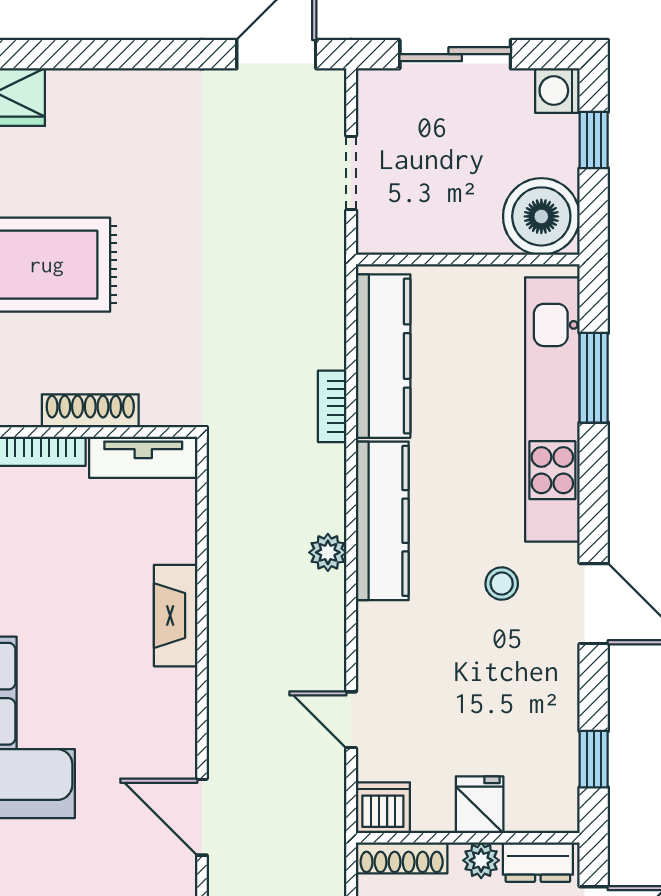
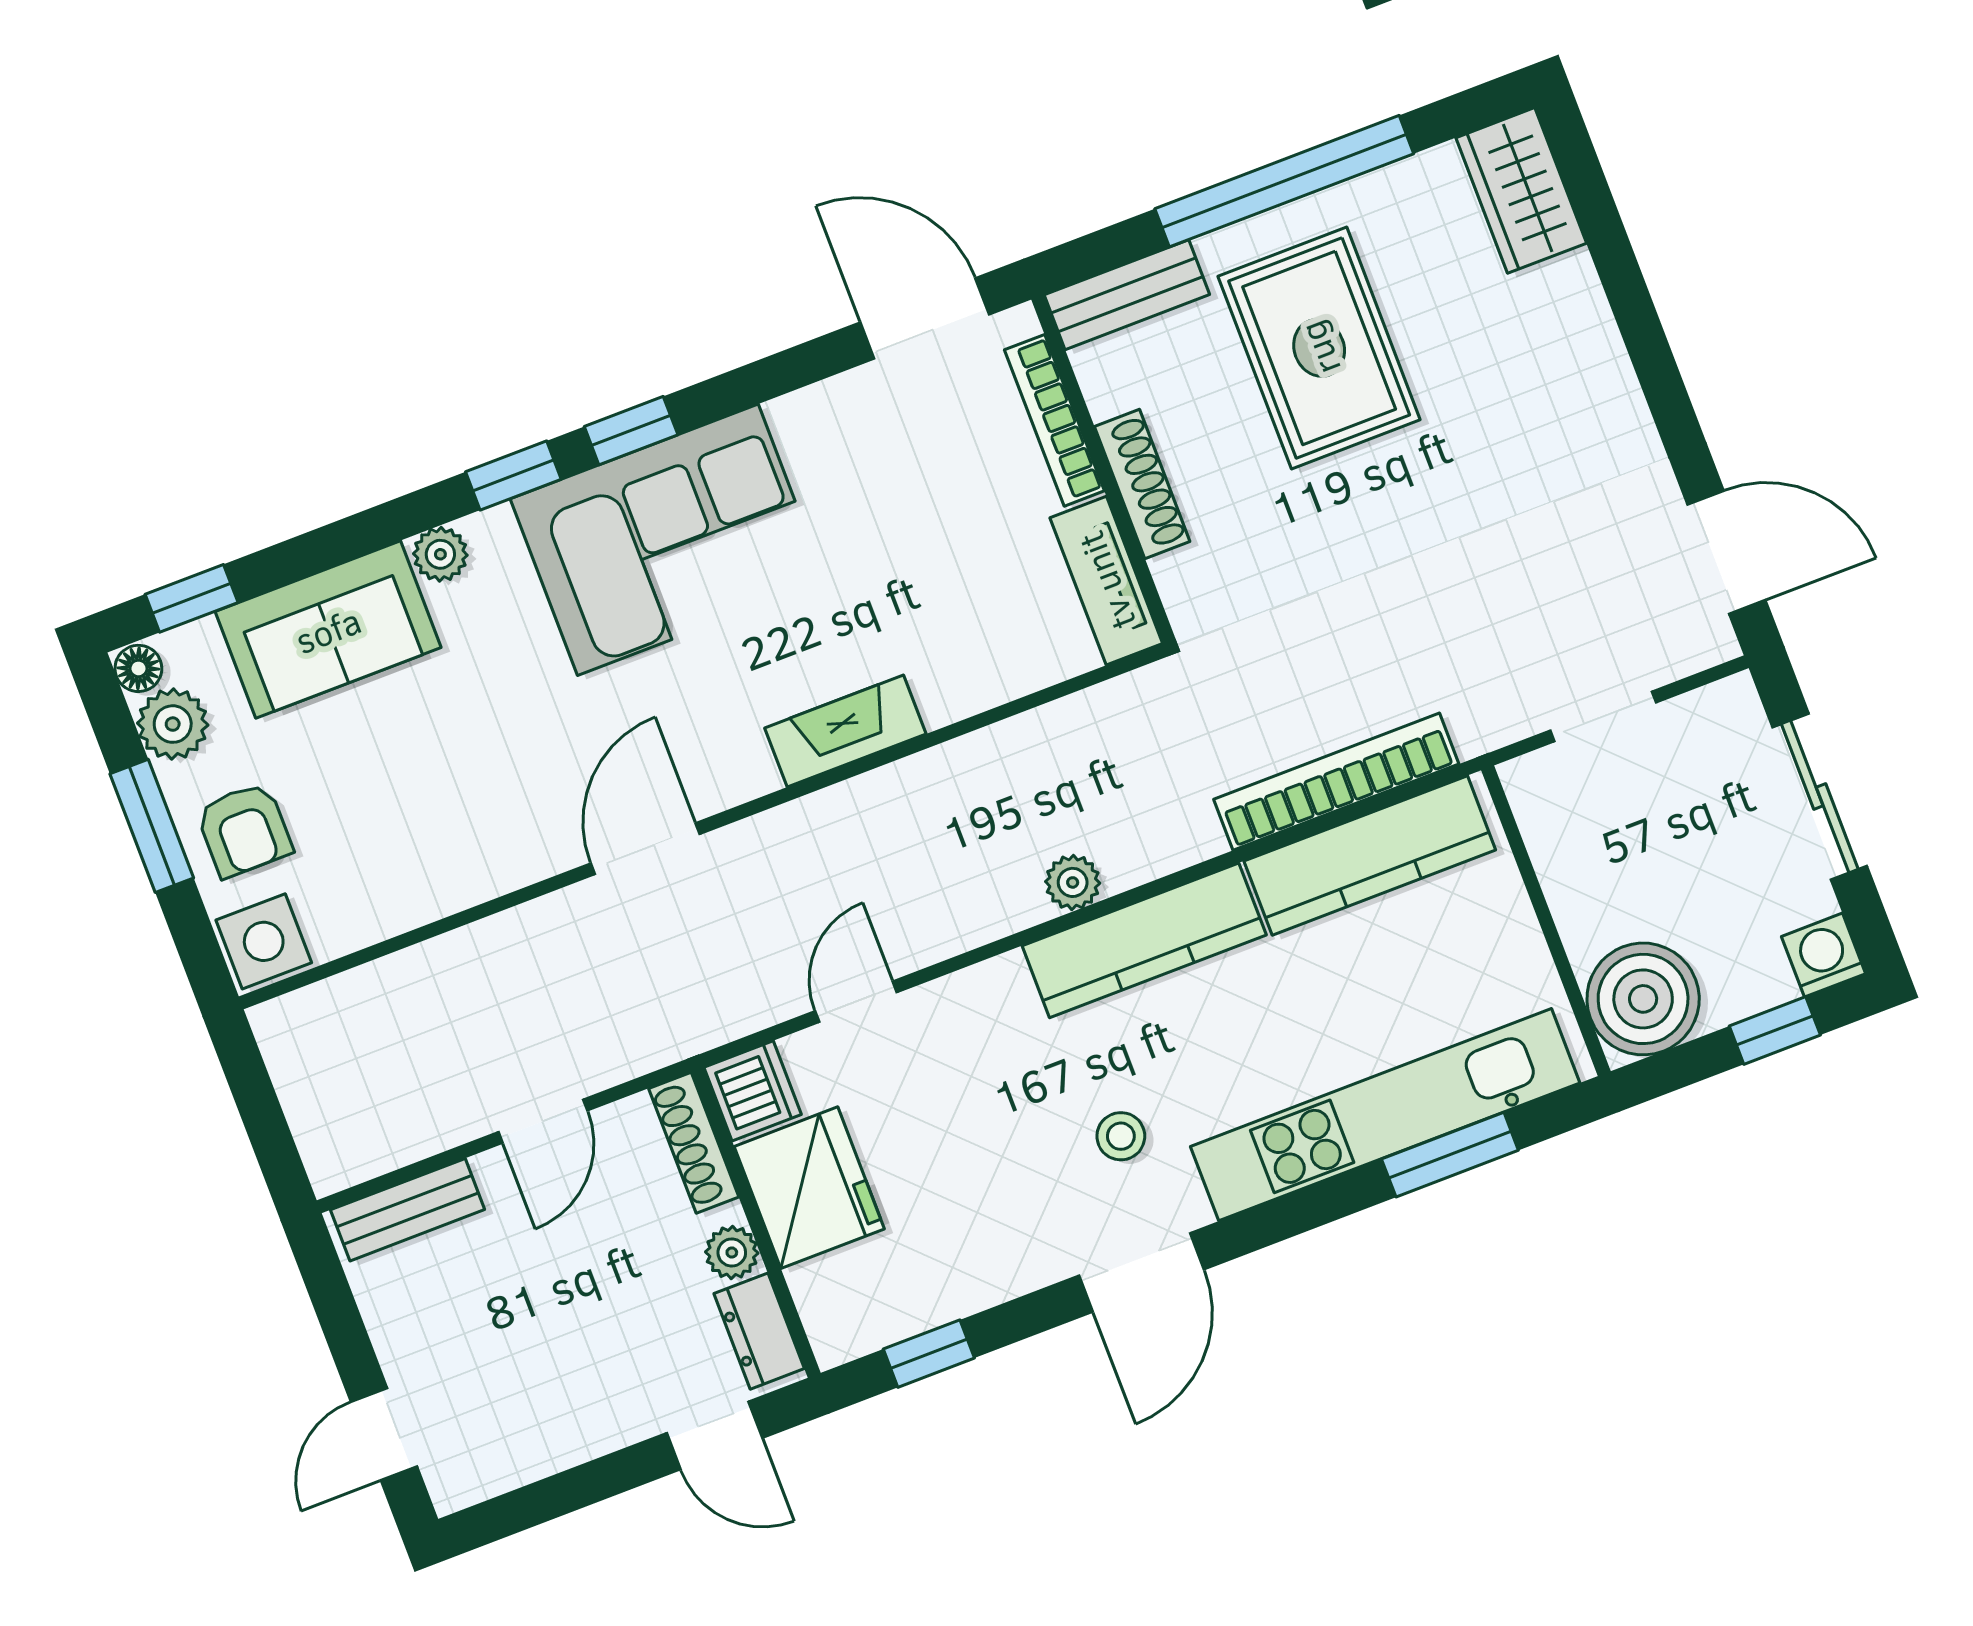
bookcase: (332, 406) -> (1336, 782), width x2.31, depth x1.31
fireplace: (176, 616) -> (845, 731), moved
fridge: (480, 805) -> (809, 1188), width x1.88, depth x1.34

